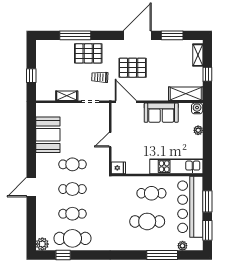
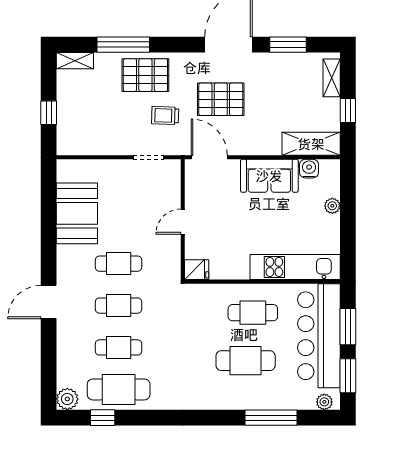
shelving: (67, 96) -> (75, 61), moved
water cooler: (197, 108) -> (309, 169), moved
plant: (182, 246) -> (324, 402), moved

